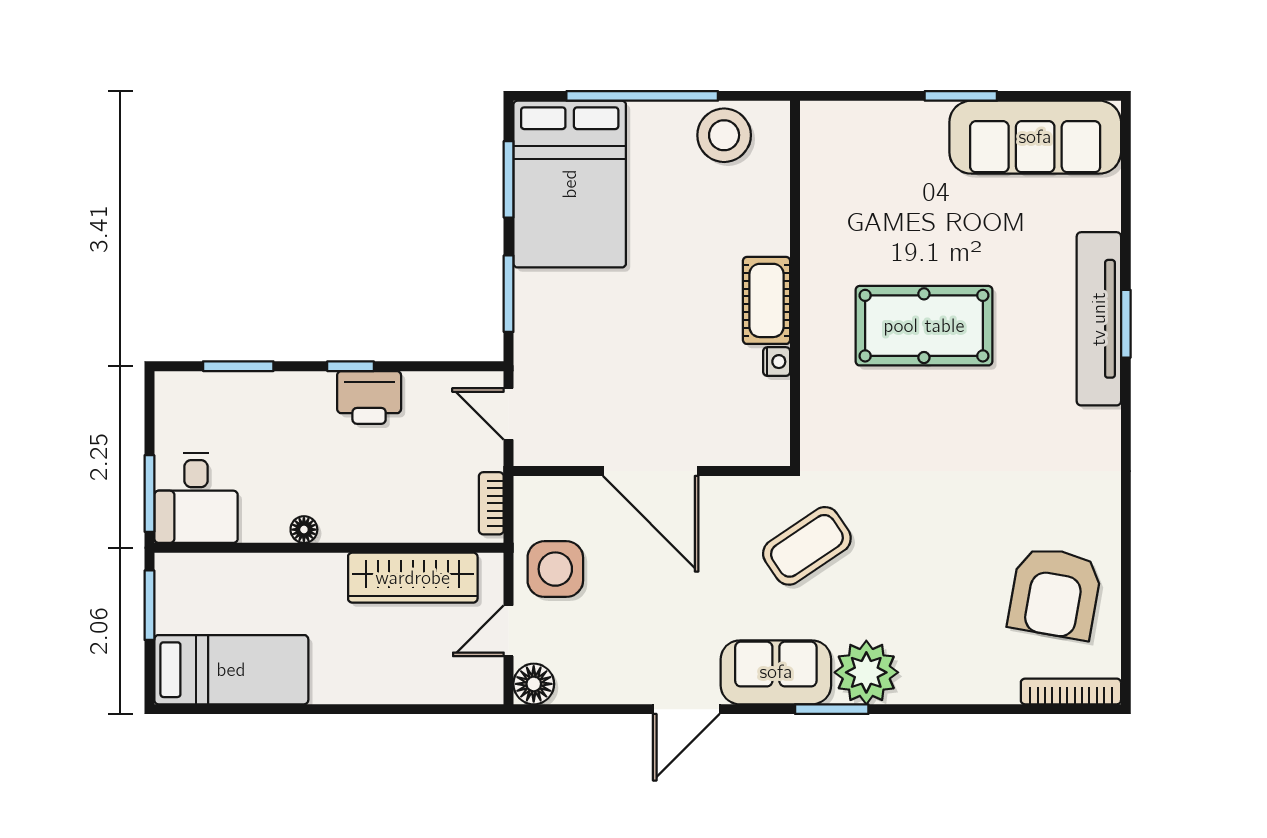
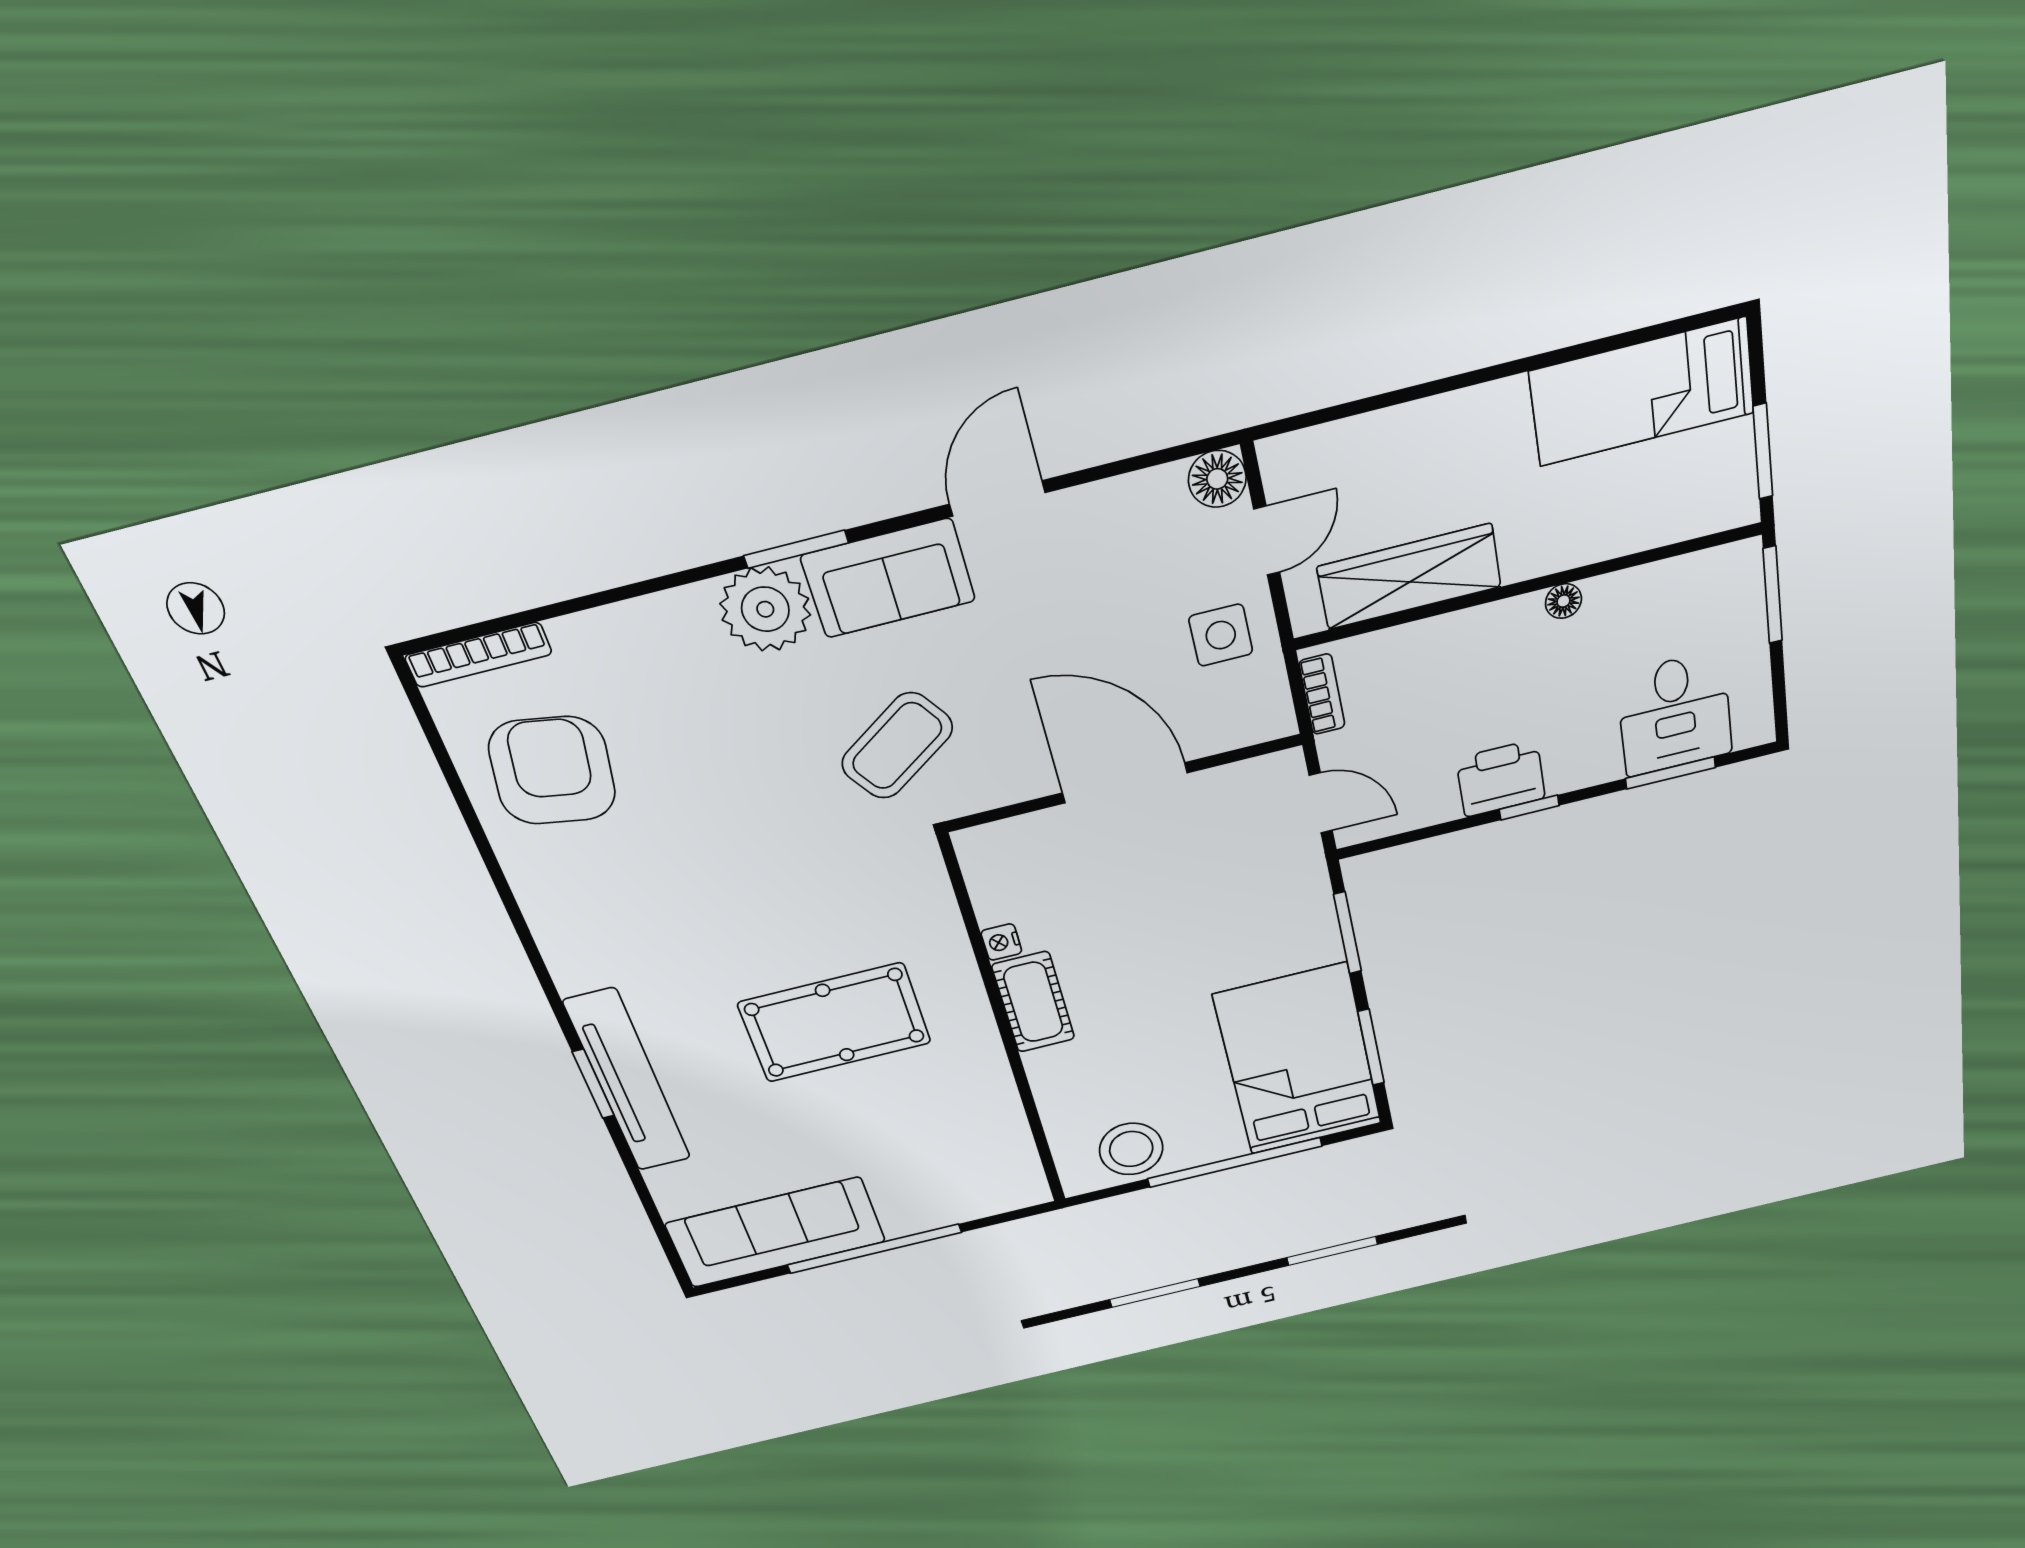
window: (961, 96) -> (874, 1249), width x2.11
desk: (196, 498) -> (1674, 714), moved, turned 180
side table: (555, 569) -> (1221, 635), width x0.73, depth x0.73

